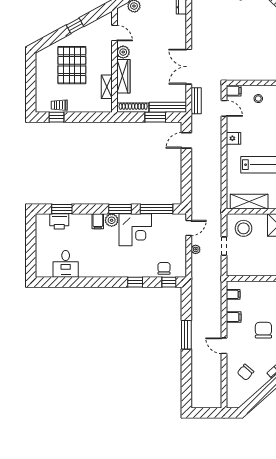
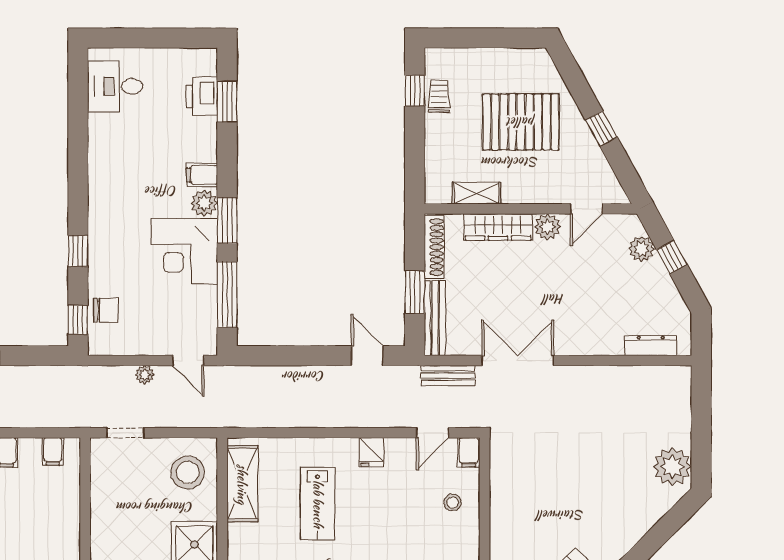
doorway: (224, 246) -> (125, 433), moved
desk: (66, 264) -> (115, 86), moved

